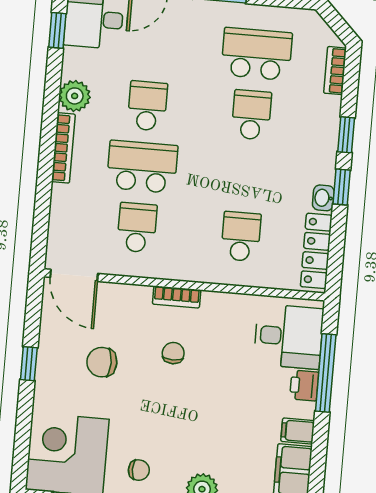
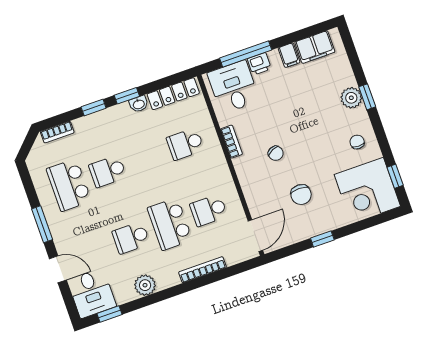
bookcase: (63, 148) -> (203, 270), moved
bookcase: (177, 297) -> (231, 142), moved
chair: (173, 353) -> (276, 153), turned -115

